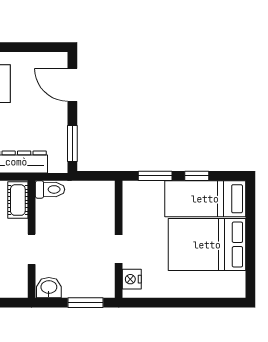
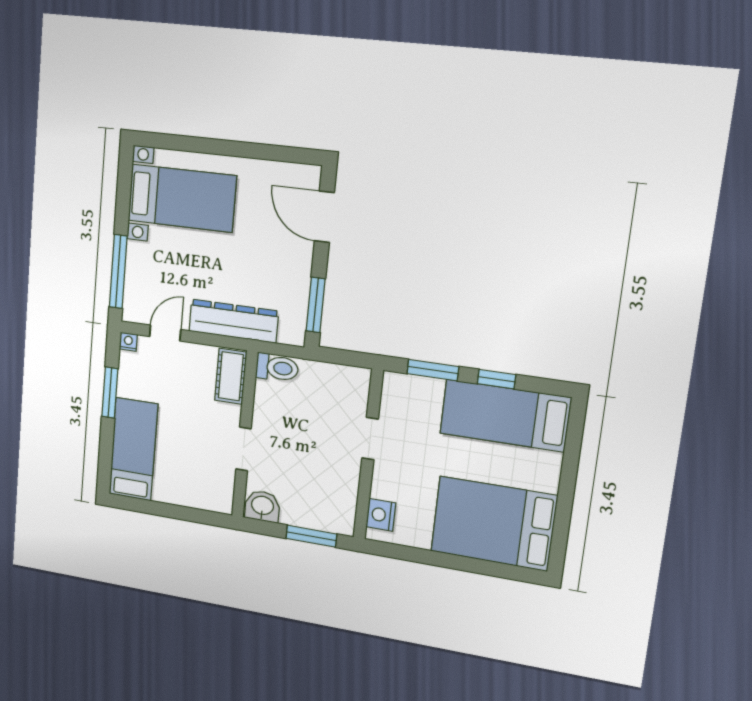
bed: (207, 245) -> (493, 524), moved
doorway: (119, 249) -> (370, 439), moved

